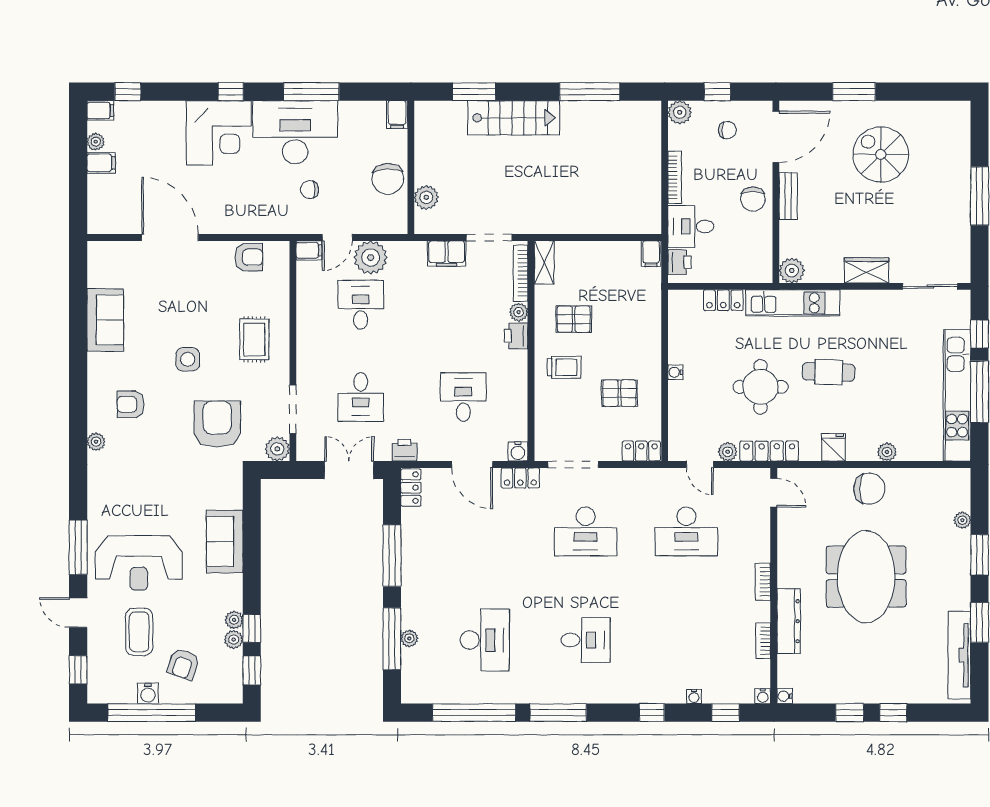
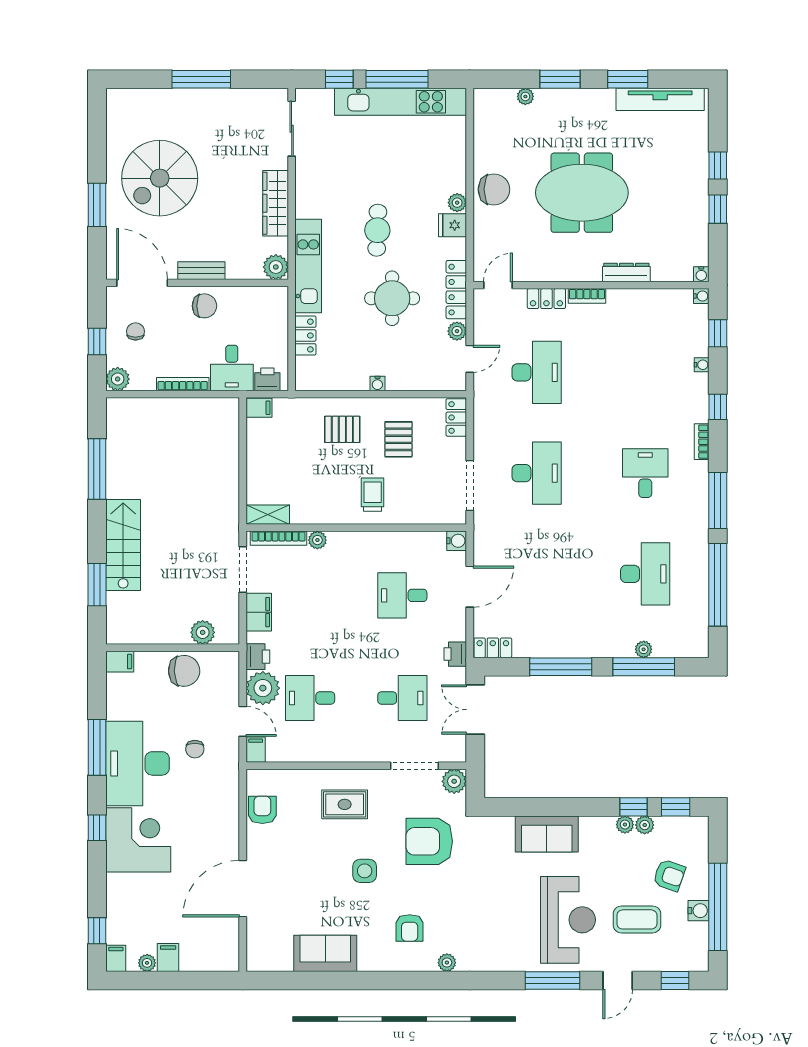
spiral stairs: (881, 154) -> (160, 178), width x1.37, depth x1.37
wardrobe: (867, 270) -> (276, 203), width x1.50
pallet: (574, 319) -> (342, 429), moved, turned 90
printer: (516, 336) -> (258, 657), moved, turned -90
plant: (887, 452) -> (457, 203), moved
locker: (520, 478) -> (546, 299), moved, turned 90
chair: (869, 489) -> (494, 189), turned 90
dresser: (789, 621) -> (626, 272), width x0.73, depth x0.80
desk: (485, 640) -> (645, 574), turned 90
bookcase: (763, 641) -> (702, 442), moved, turned 90

